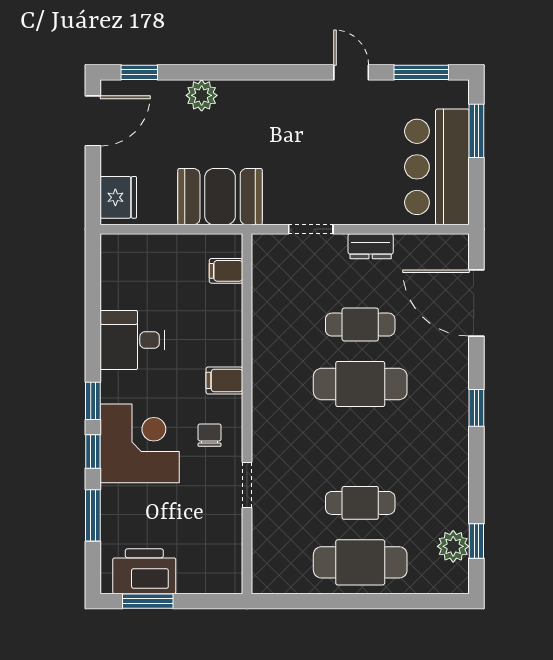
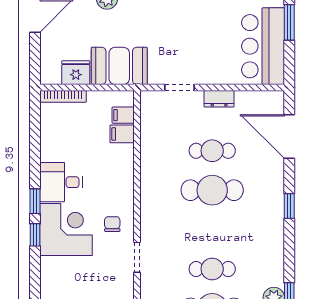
fridge: (118, 197) -> (76, 73), moved, turned -90
bookcase: (135, 243) -> (63, 96), added
desk: (132, 340) -> (61, 182), moved
filing cabinet: (224, 380) -> (122, 134), moved
window: (93, 515) -> (35, 277), removed

